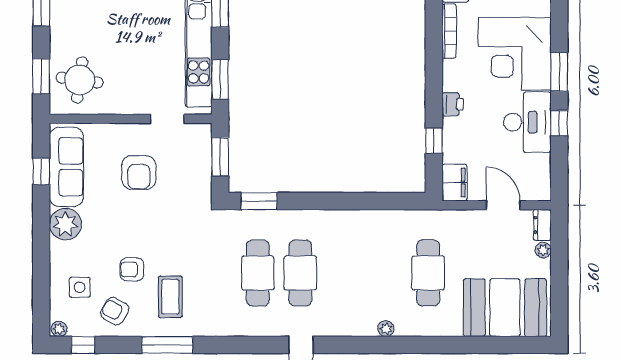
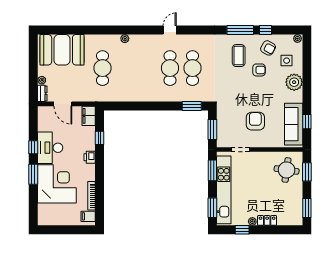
plant: (65, 224) -> (294, 82), moved
window: (83, 345) -> (266, 30), moved

